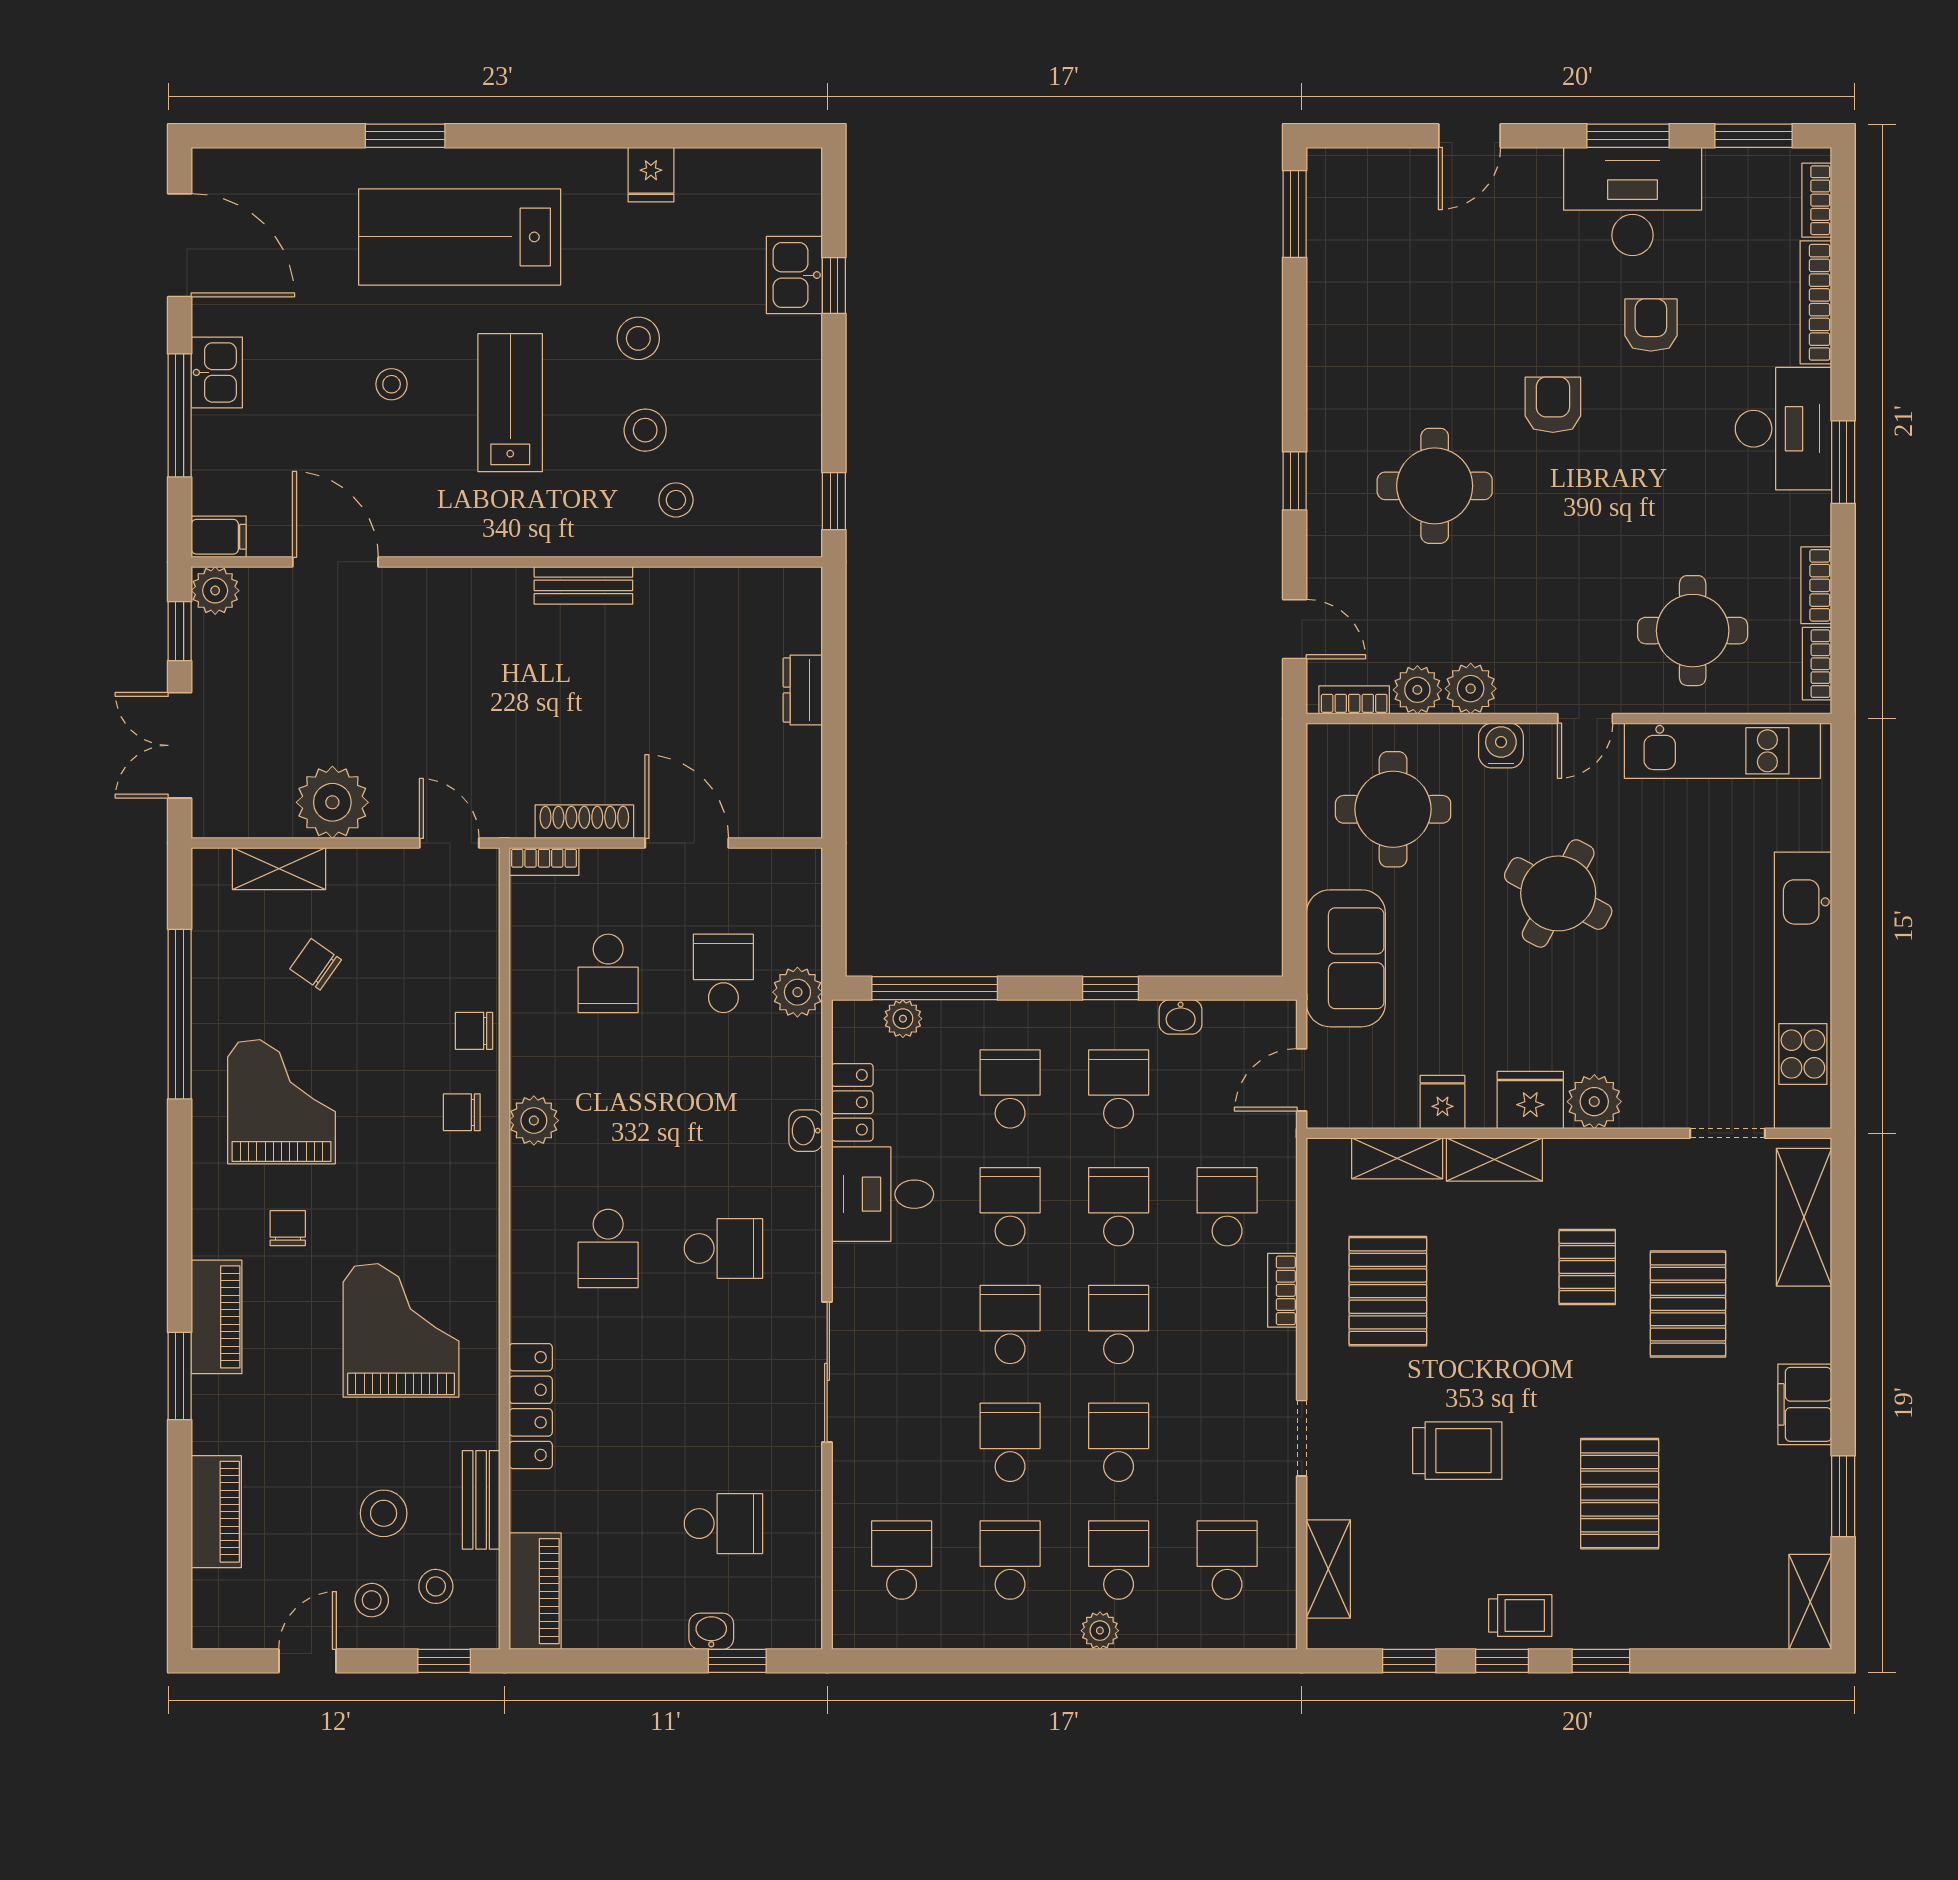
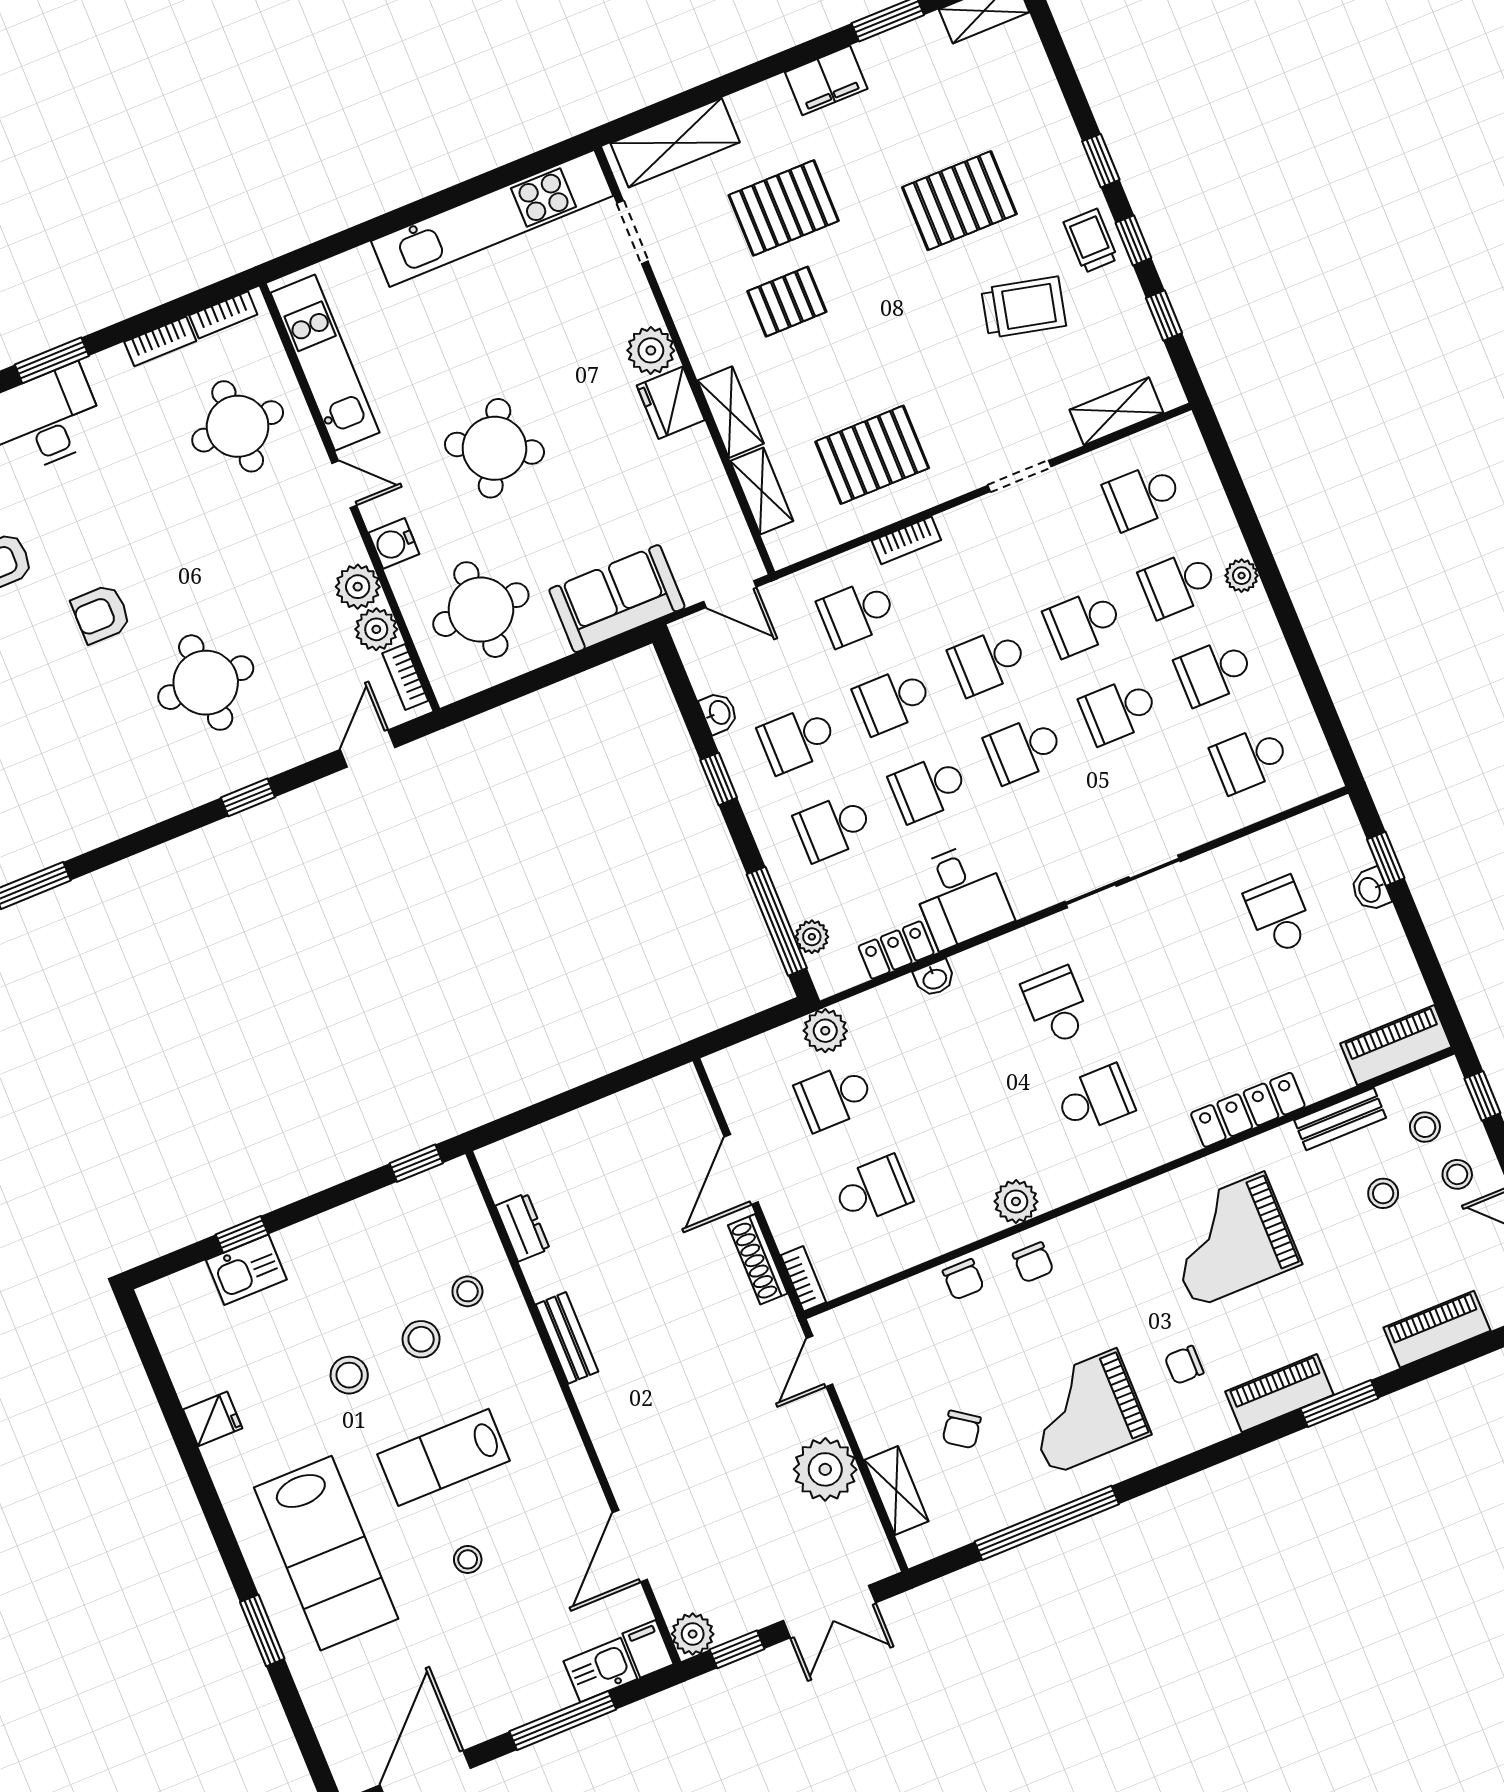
kitchen sink: (217, 372) -> (600, 1670), moved
dresser: (803, 690) -> (523, 1227), moved, turned -90
fridge: (1442, 1102) -> (701, 473), removed
trolley: (1457, 1451) -> (1024, 307), moved, turned 103
stool: (384, 1513) -> (1383, 1193), width x0.73, depth x0.73

